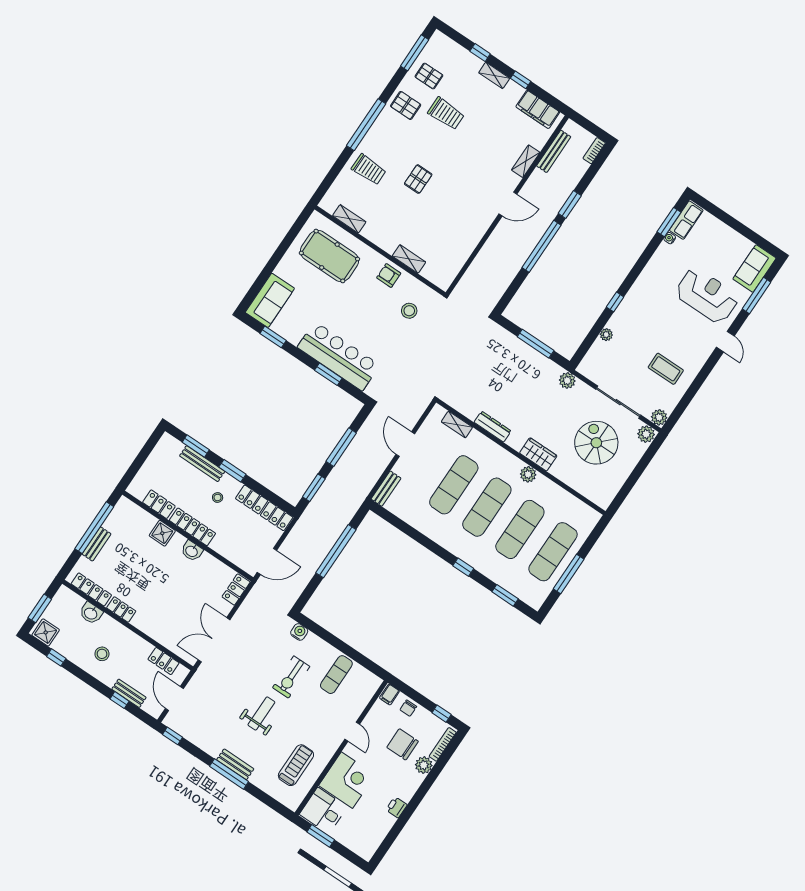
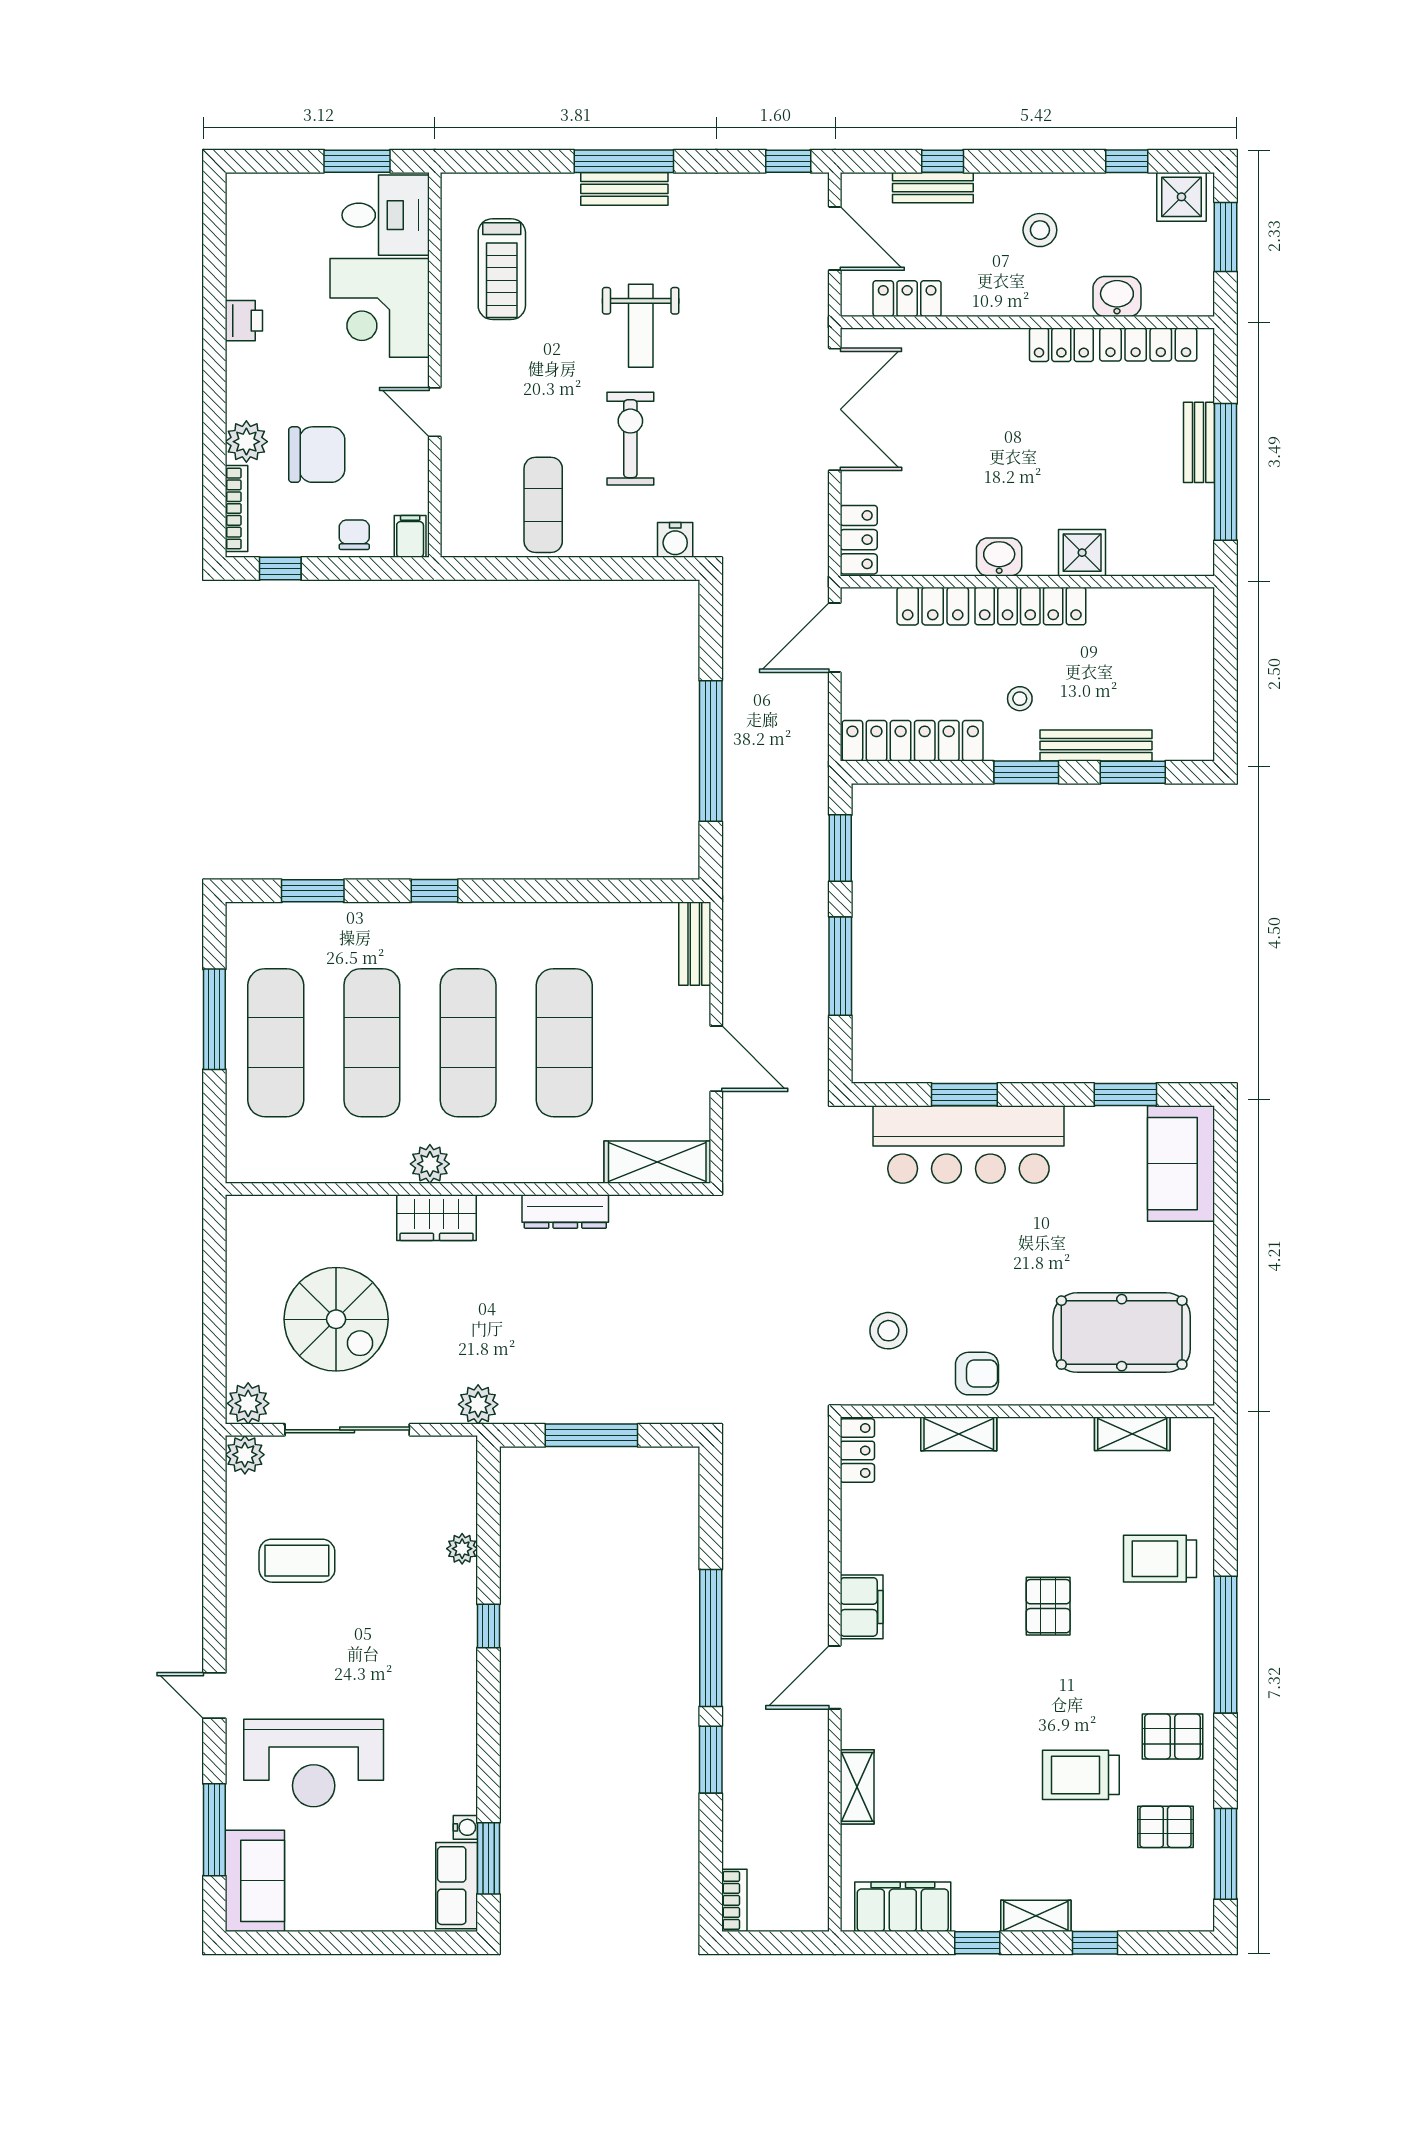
bench: (554, 151) -> (814, 1844), removed
filing cabinet: (482, 222) -> (862, 1607), added
locker: (448, 277) -> (857, 1450), added
shelving: (457, 425) -> (657, 1162), width x1.50, depth x1.33
locker: (159, 504) -> (933, 606), moved

